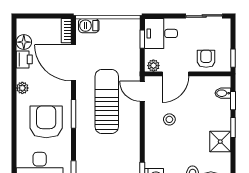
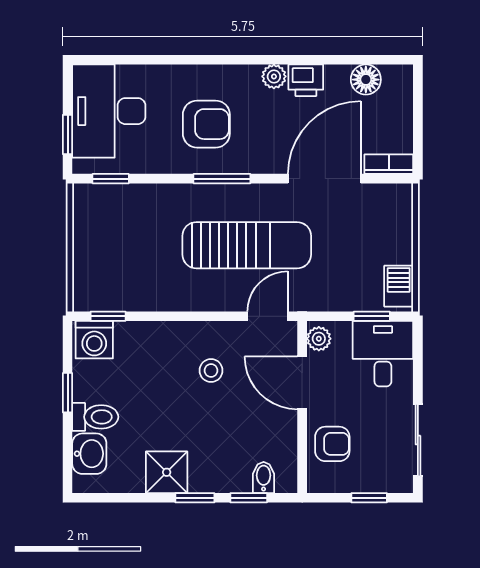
barbecue: (89, 26) -> (399, 286), moved
window: (233, 58) -> (369, 498), moved
printer: (24, 59) -> (306, 80), moved
armchair: (46, 122) -> (206, 124), width x0.73, depth x0.73

